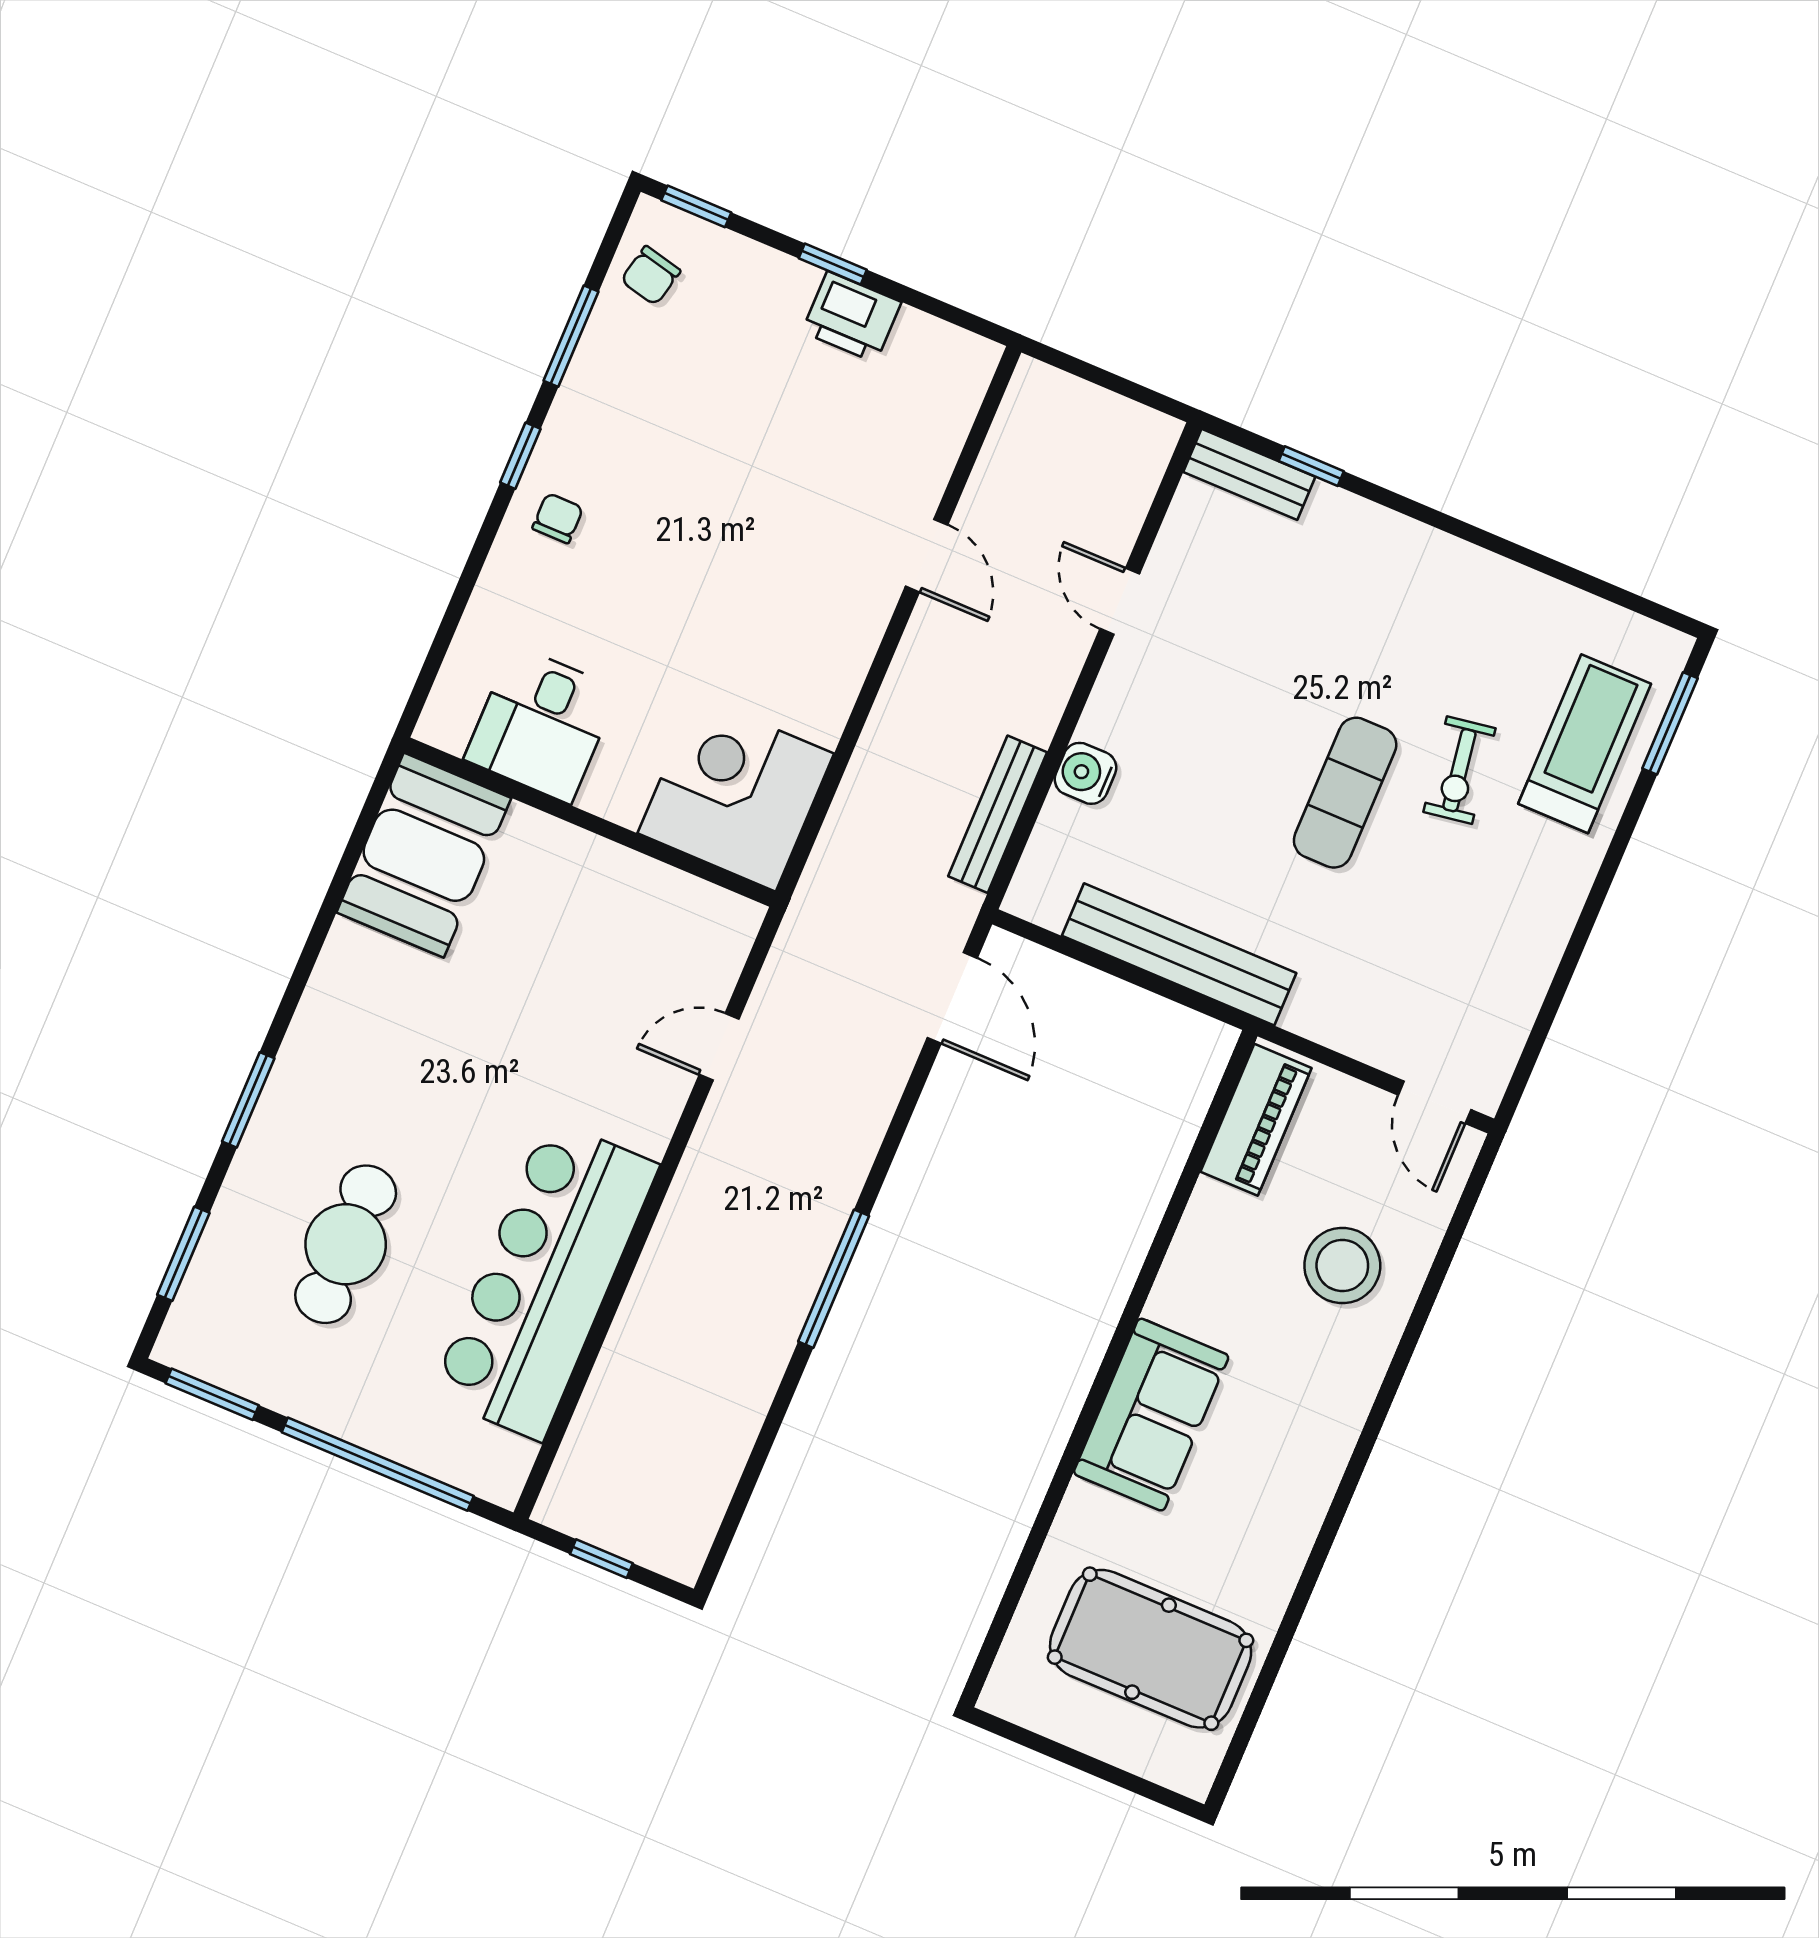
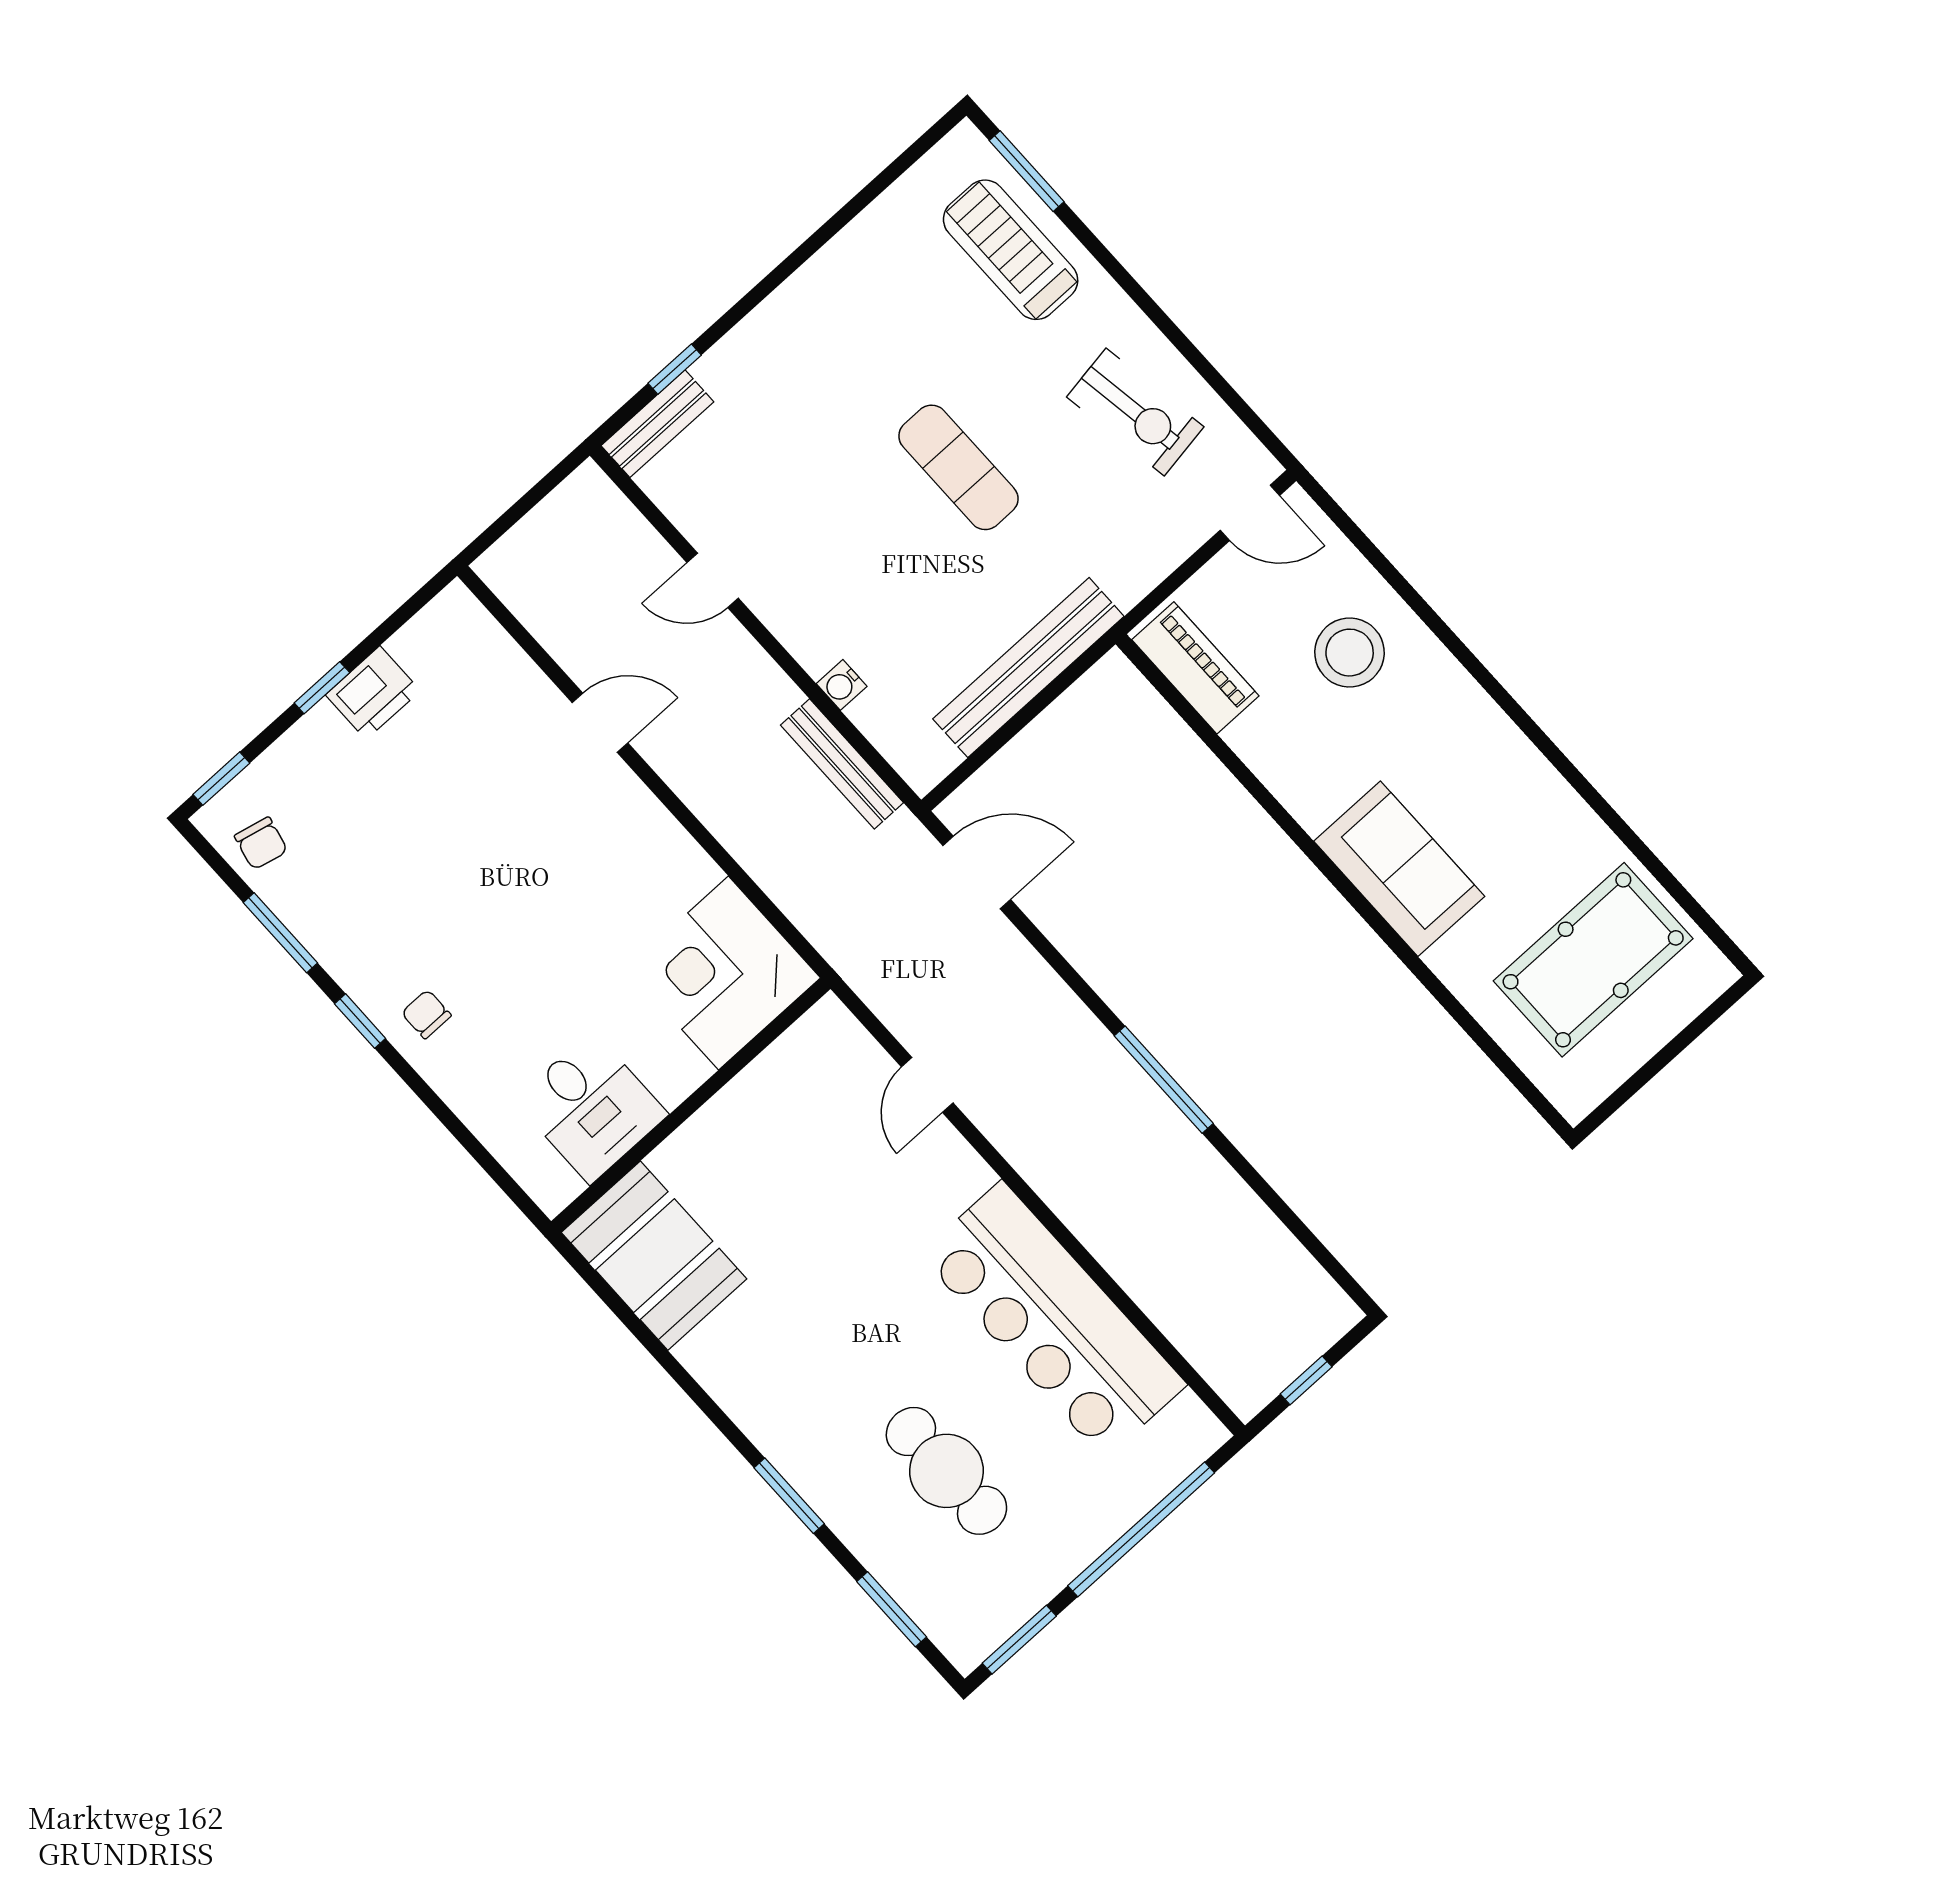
exercise bike: (1459, 770) -> (1135, 412), moved, width x1.38, depth x1.39
water cooler: (1085, 773) -> (842, 685), width x0.72, depth x0.72

